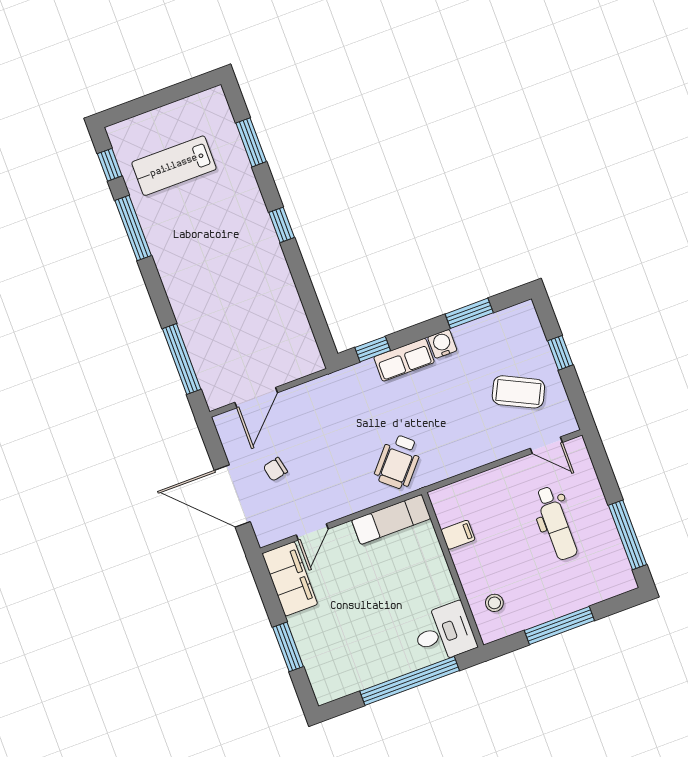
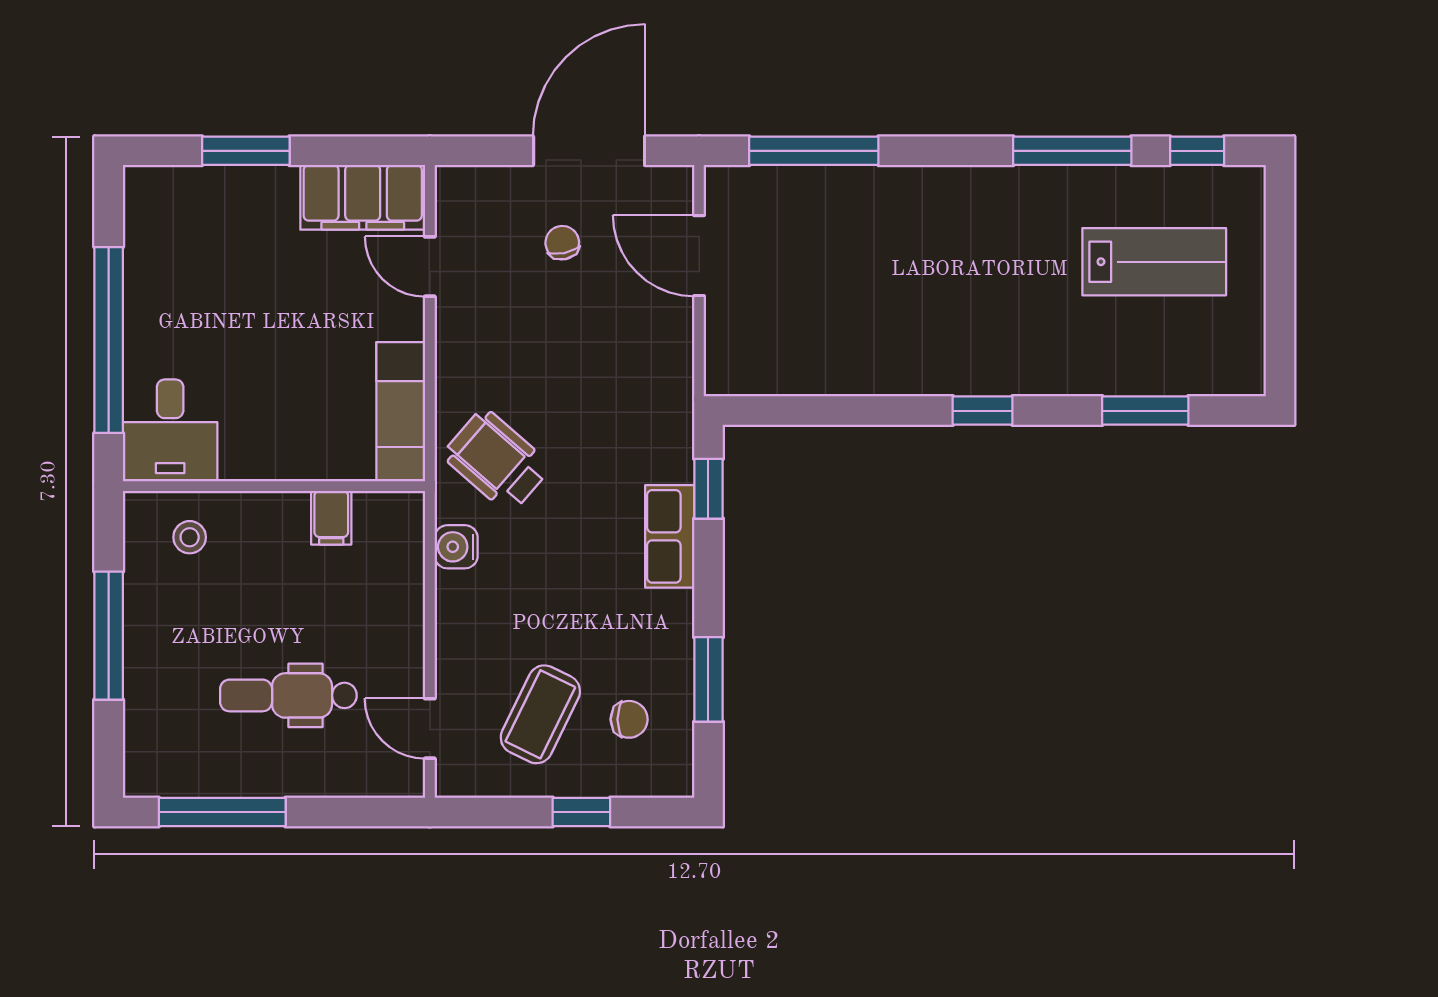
lab bench: (174, 166) -> (1154, 262), turned 90
water cooler: (442, 344) -> (456, 547), moved, turned 180
chair: (504, 346) -> (629, 719), added
door: (546, 445) -> (430, 728), hinge flipped
door: (232, 496) -> (589, 151), moved

